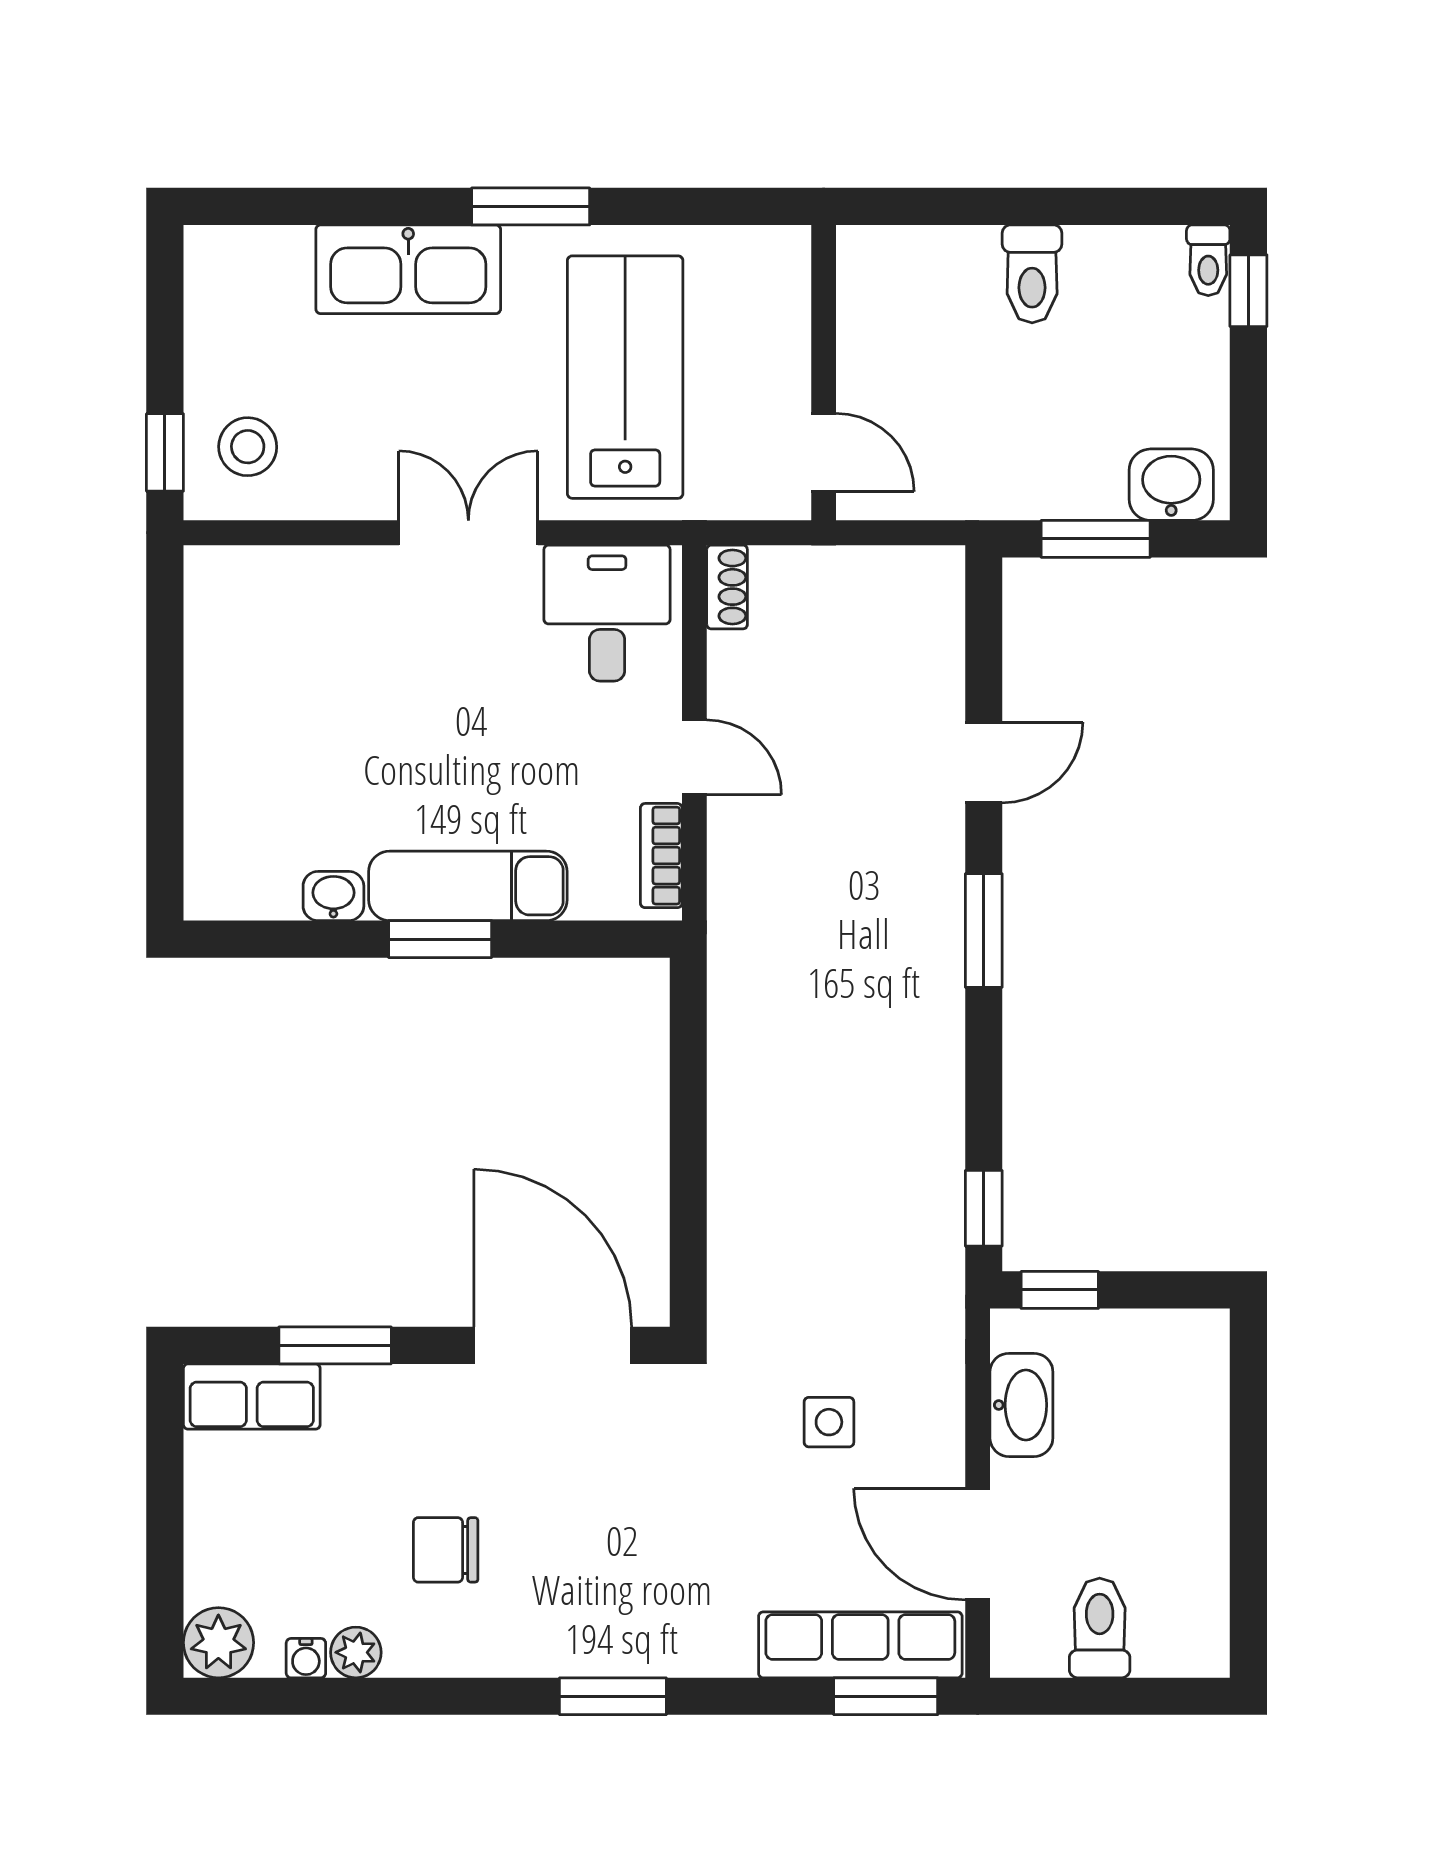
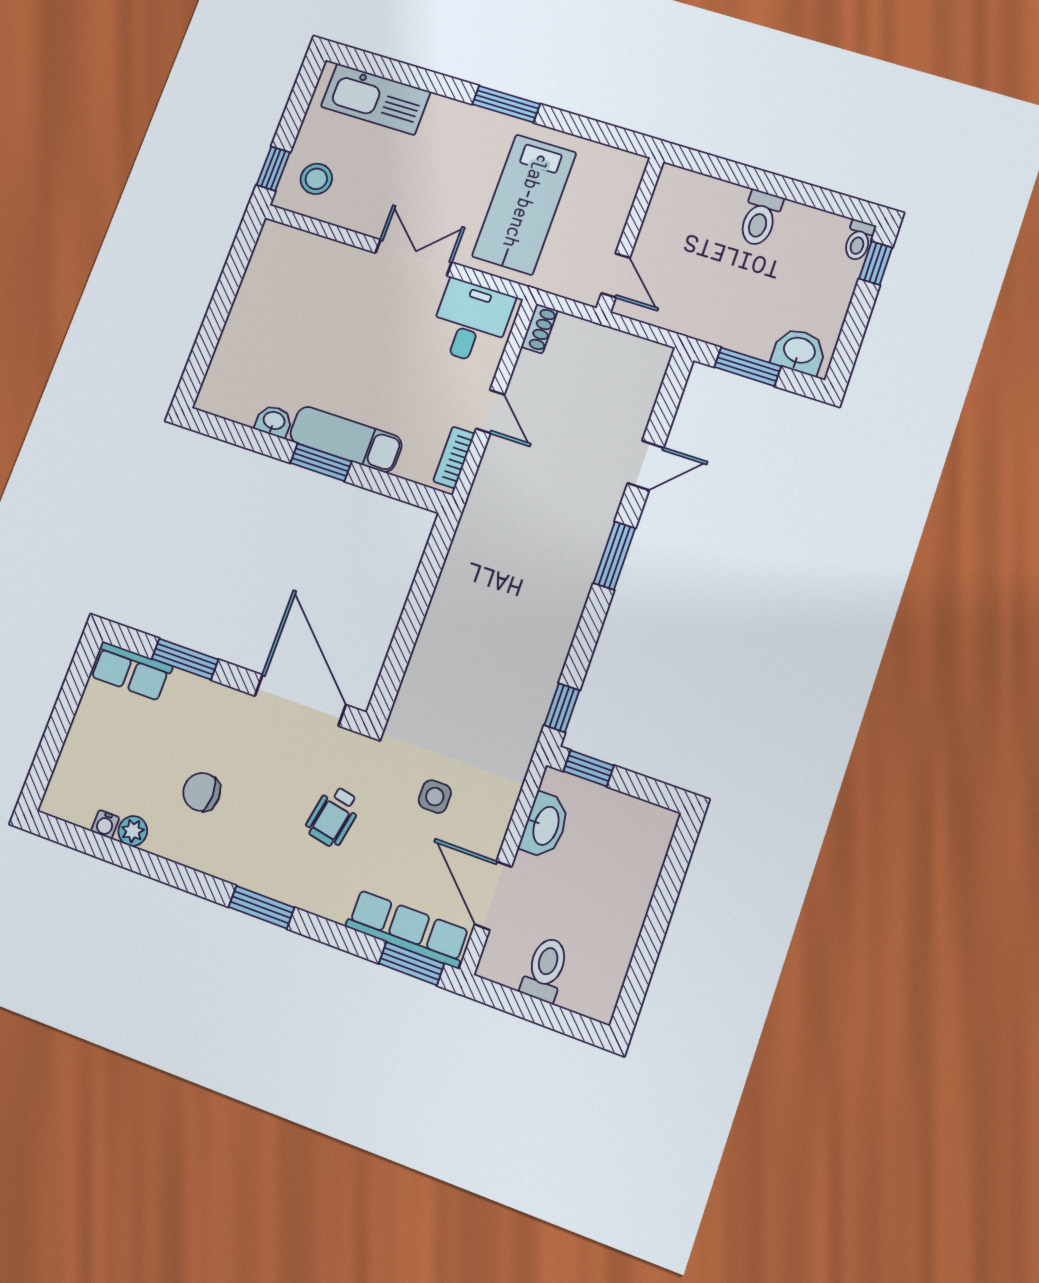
kitchen sink: (408, 269) -> (376, 99), moved
lab bench: (625, 377) -> (524, 204), turned 180
wheelchair: (676, 1512) -> (333, 816), added
plant: (218, 1643) -> (63, 799), removed

